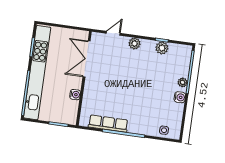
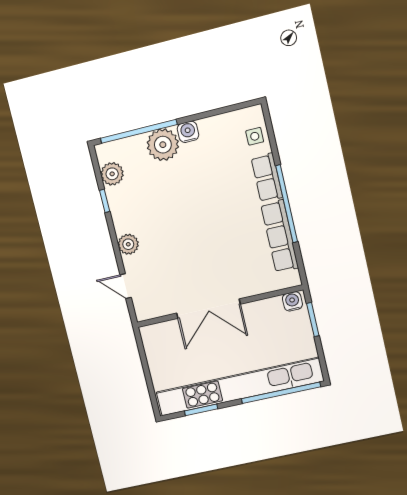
plant: (162, 48) -> (112, 174), moved
double door: (87, 59) -> (208, 309), moved
plant: (183, 82) -> (163, 145), width x1.88, depth x1.88
water cooler: (75, 95) -> (292, 301), moved
row of seats: (141, 128) -> (267, 178), added

